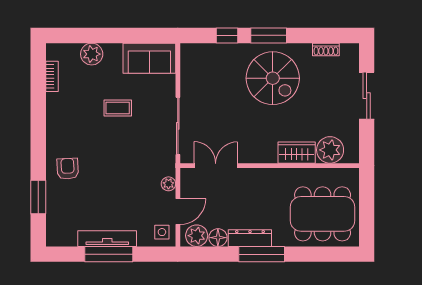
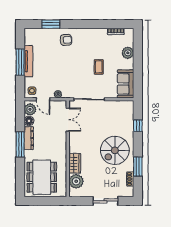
window: (269, 35) -> (138, 167), moved

